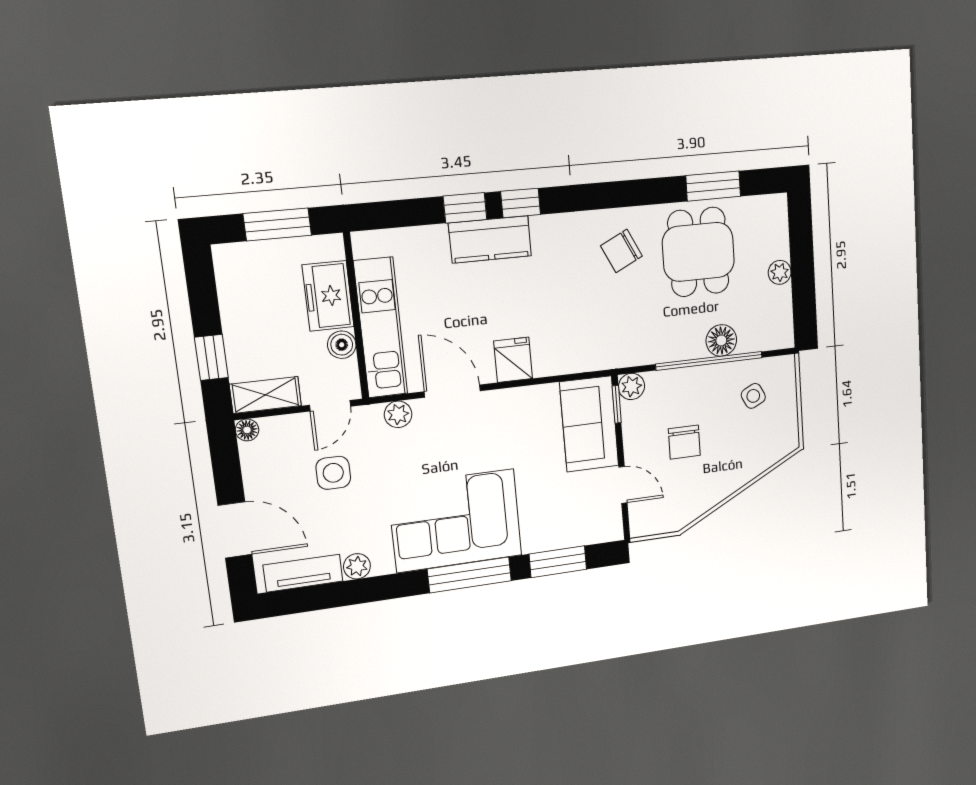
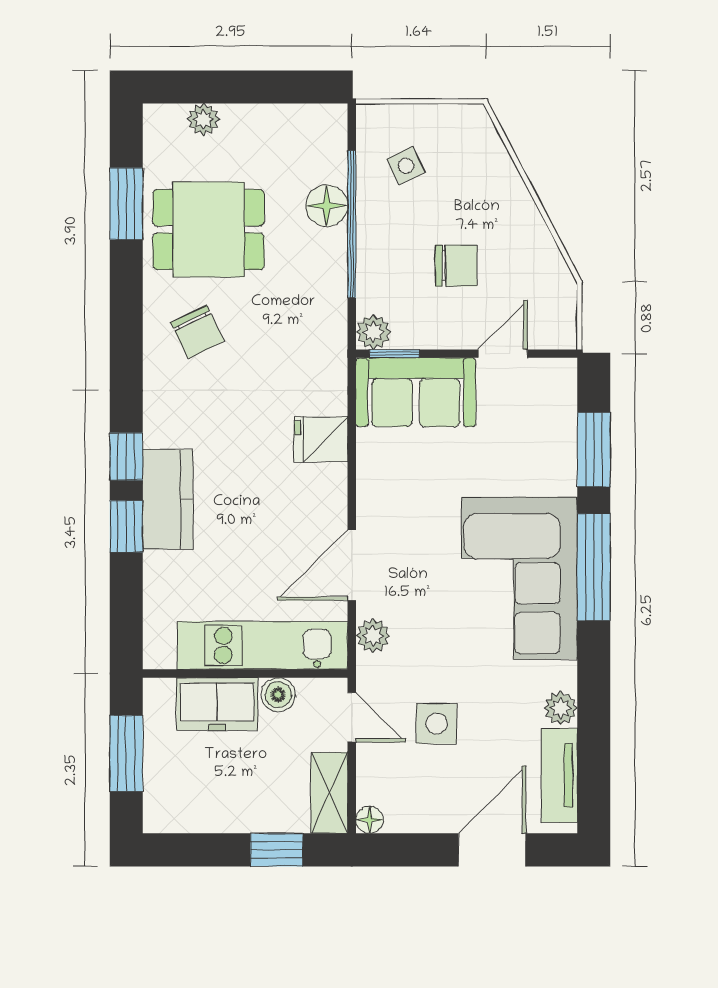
plant: (780, 272) -> (203, 119), moved
fridge: (513, 360) -> (321, 439), moved

